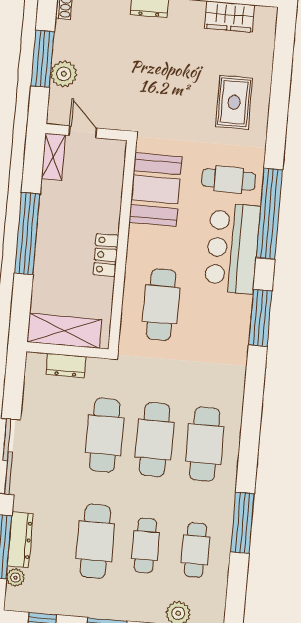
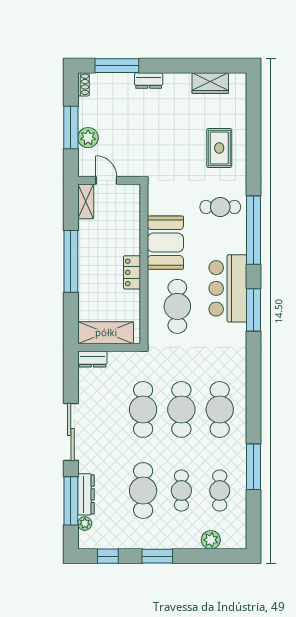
booth: (155, 190) -> (165, 243), moved
bar counter: (233, 248) -> (228, 288), moved
dresser: (66, 366) -> (92, 359), moved

